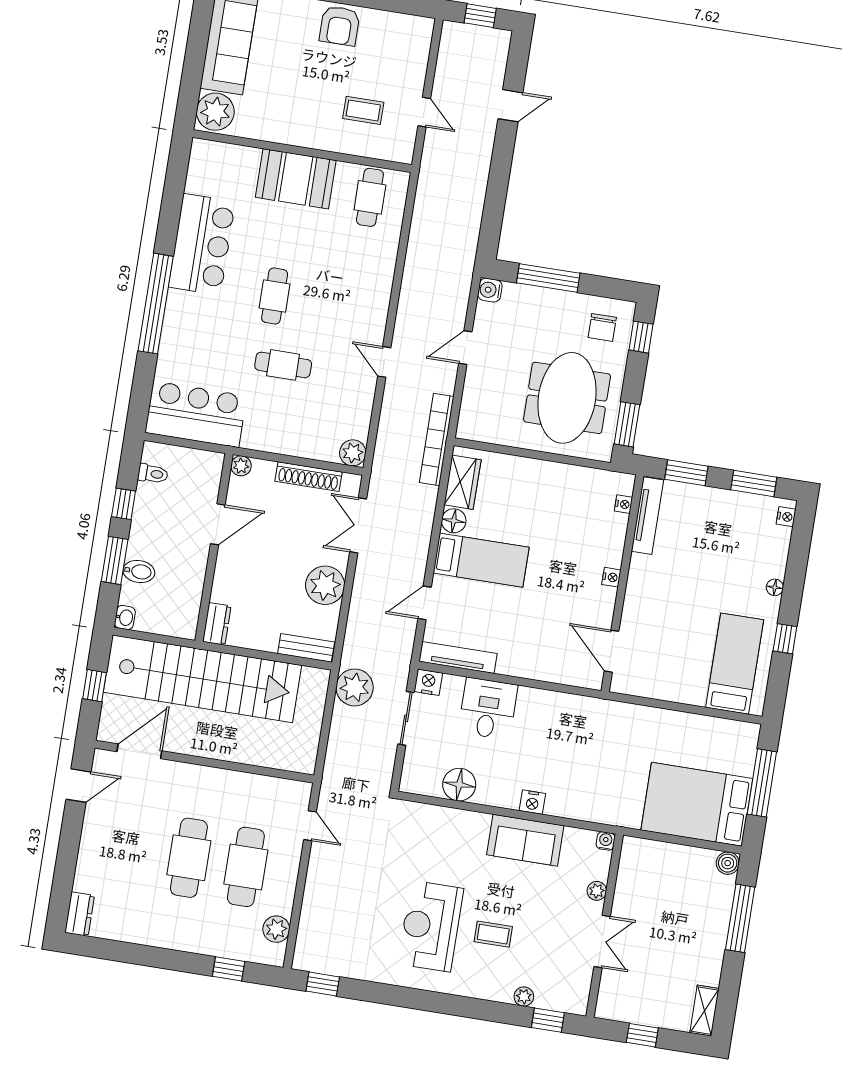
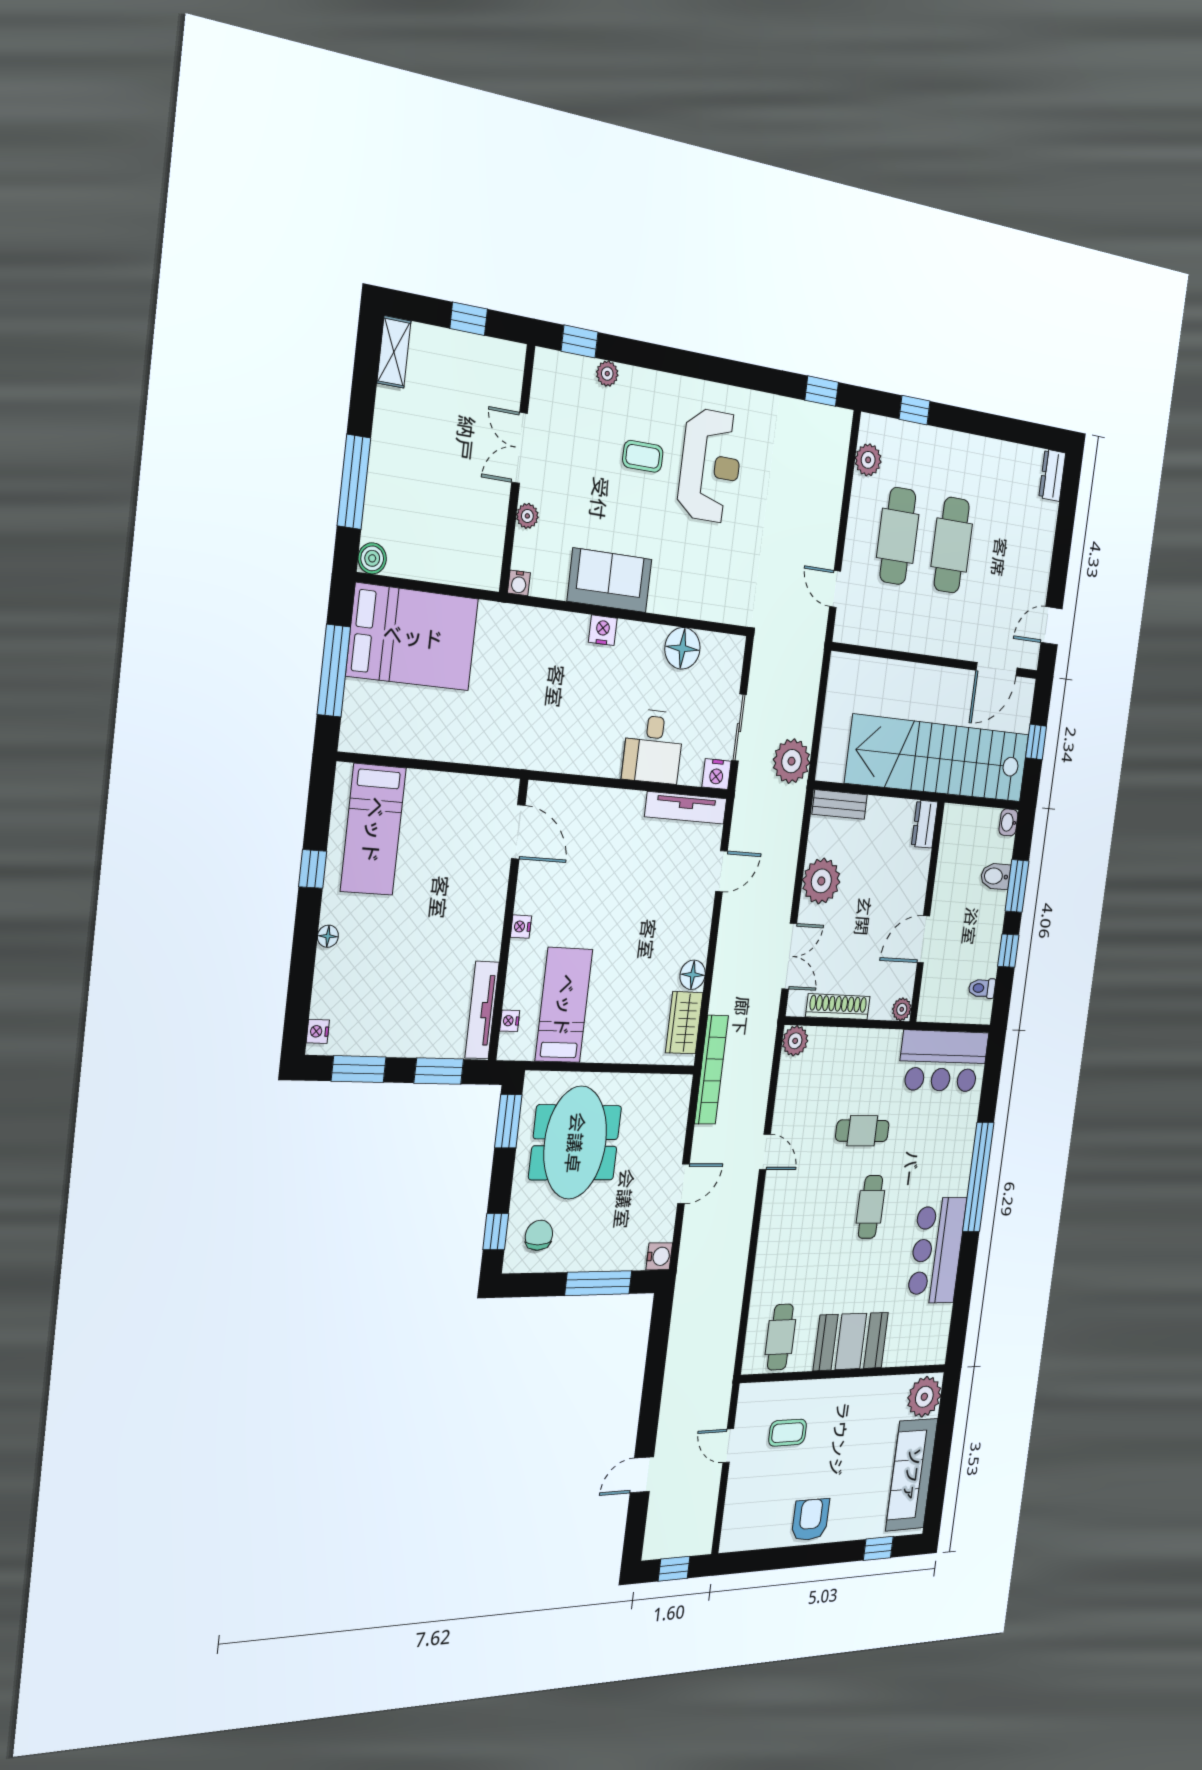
bed: (481, 560) -> (564, 1005), moved, turned 90

